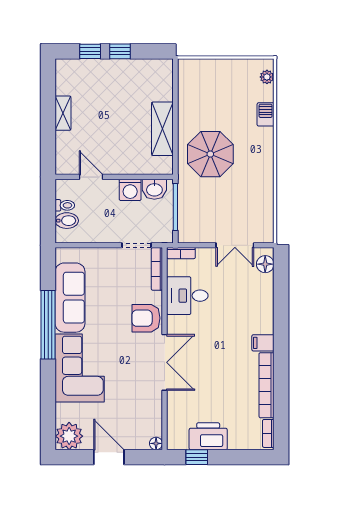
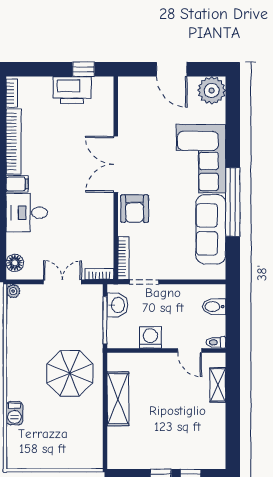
plant: (267, 77) -> (13, 291), moved
shelving: (63, 113) -> (218, 385), moved
washbasin: (154, 189) -> (117, 305), moved, turned 90
toilet: (65, 205) -> (216, 342), moved
double door: (235, 245) -> (62, 282), moved
desk: (187, 296) -> (27, 213), moved, turned 180
armchair: (146, 318) -> (135, 209), turned 90
floor lamp: (156, 443) -> (124, 83), removed

